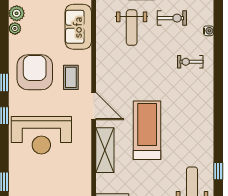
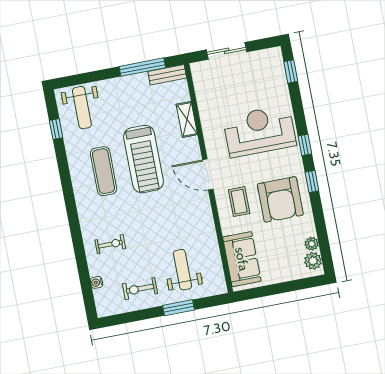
exercise mat: (184, 127) -> (104, 171), added
shelving: (105, 150) -> (187, 119), width x0.67, depth x0.75

